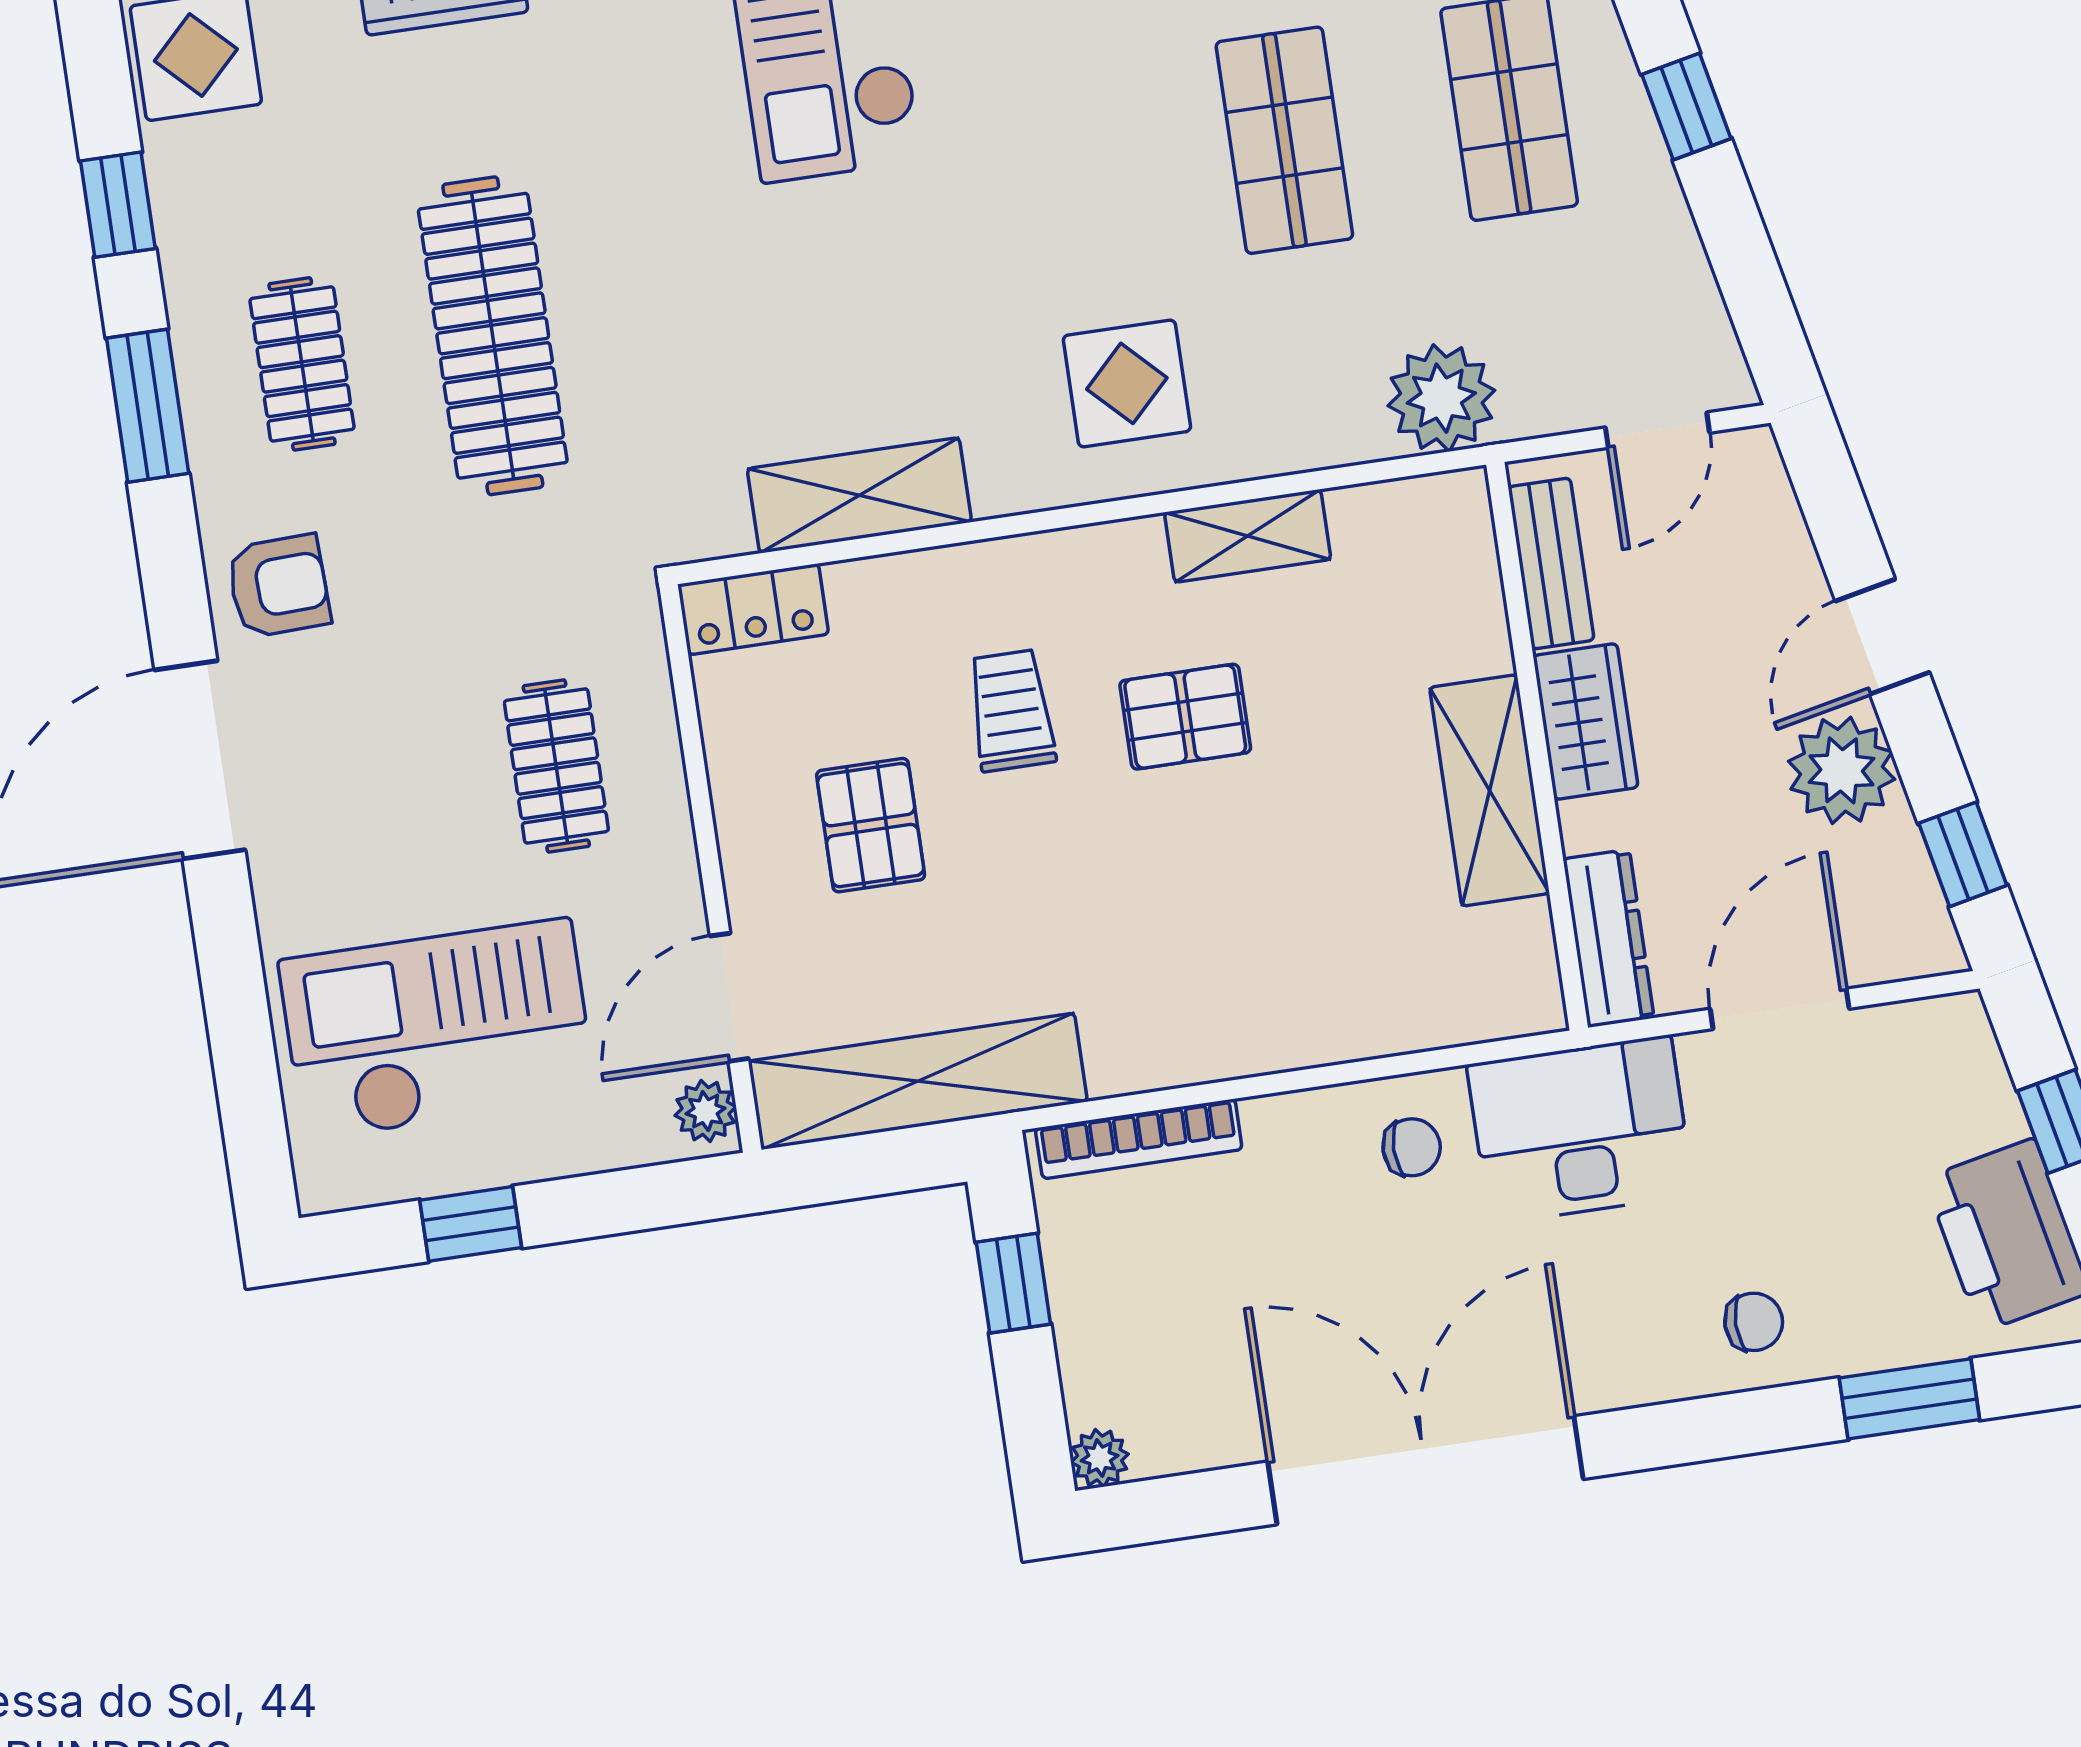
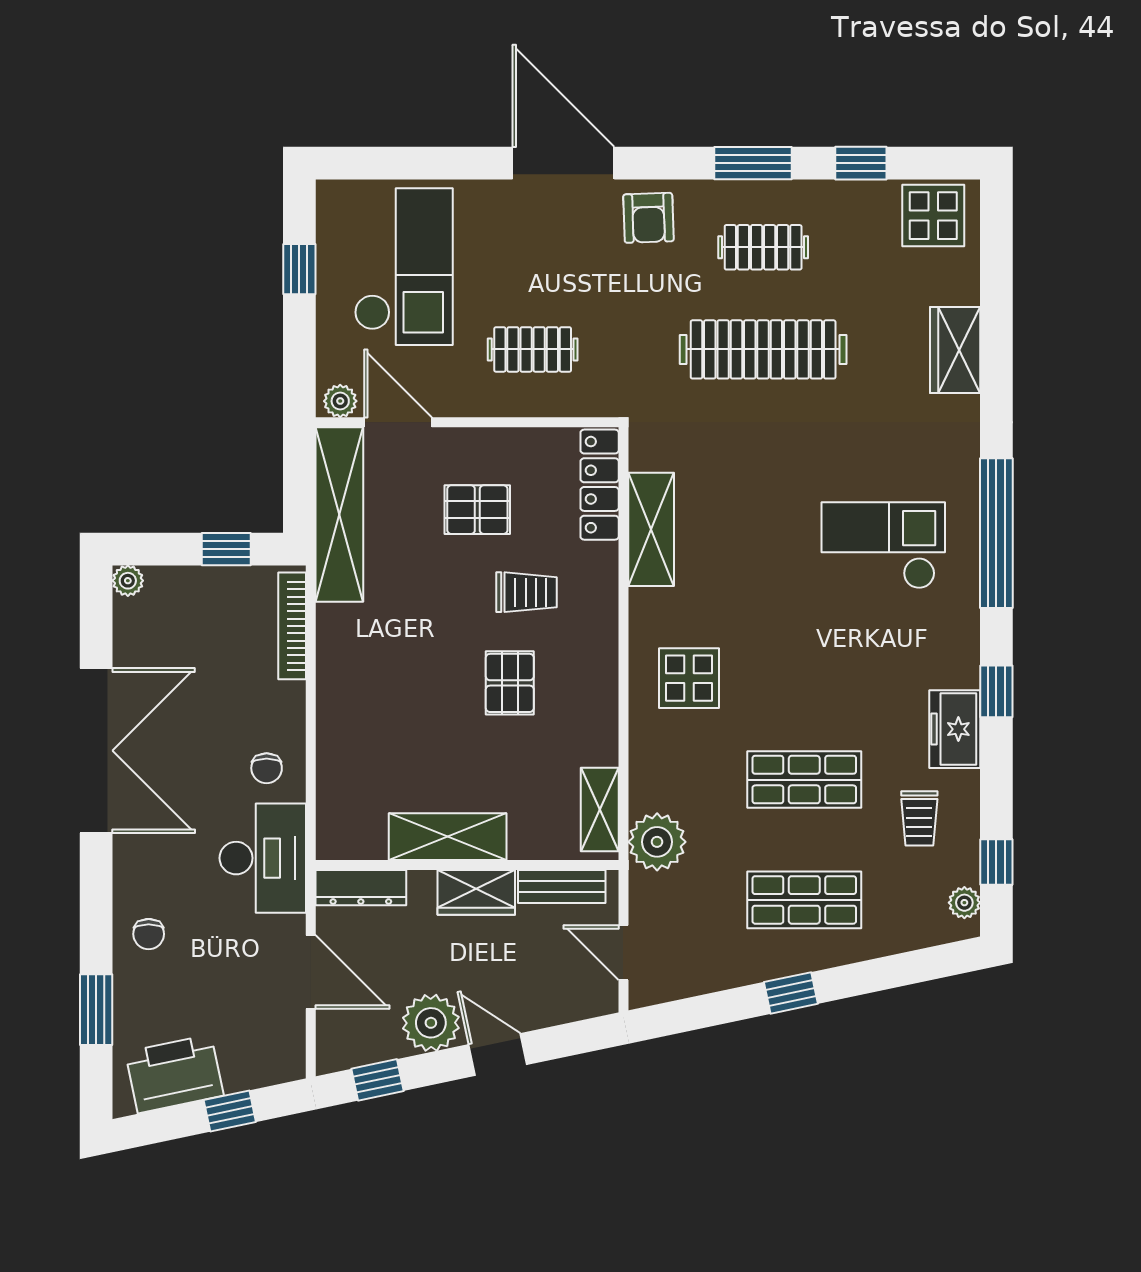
shelving: (1248, 536) -> (600, 810), moved
locker: (753, 609) -> (600, 485), width x1.53

